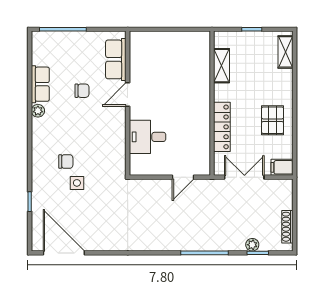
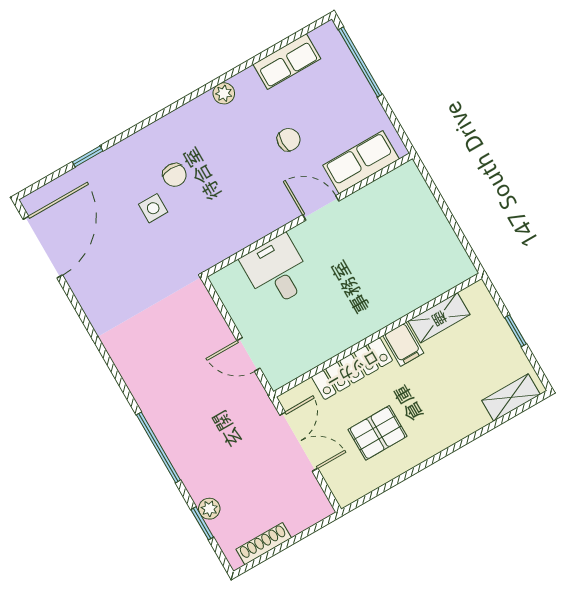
row of seats: (40, 84) -> (287, 62), moved
chair: (82, 91) -> (289, 140), turned -90
pallet: (273, 120) -> (378, 433), moved
filing cabinet: (282, 167) -> (403, 344), moved, turned 180

